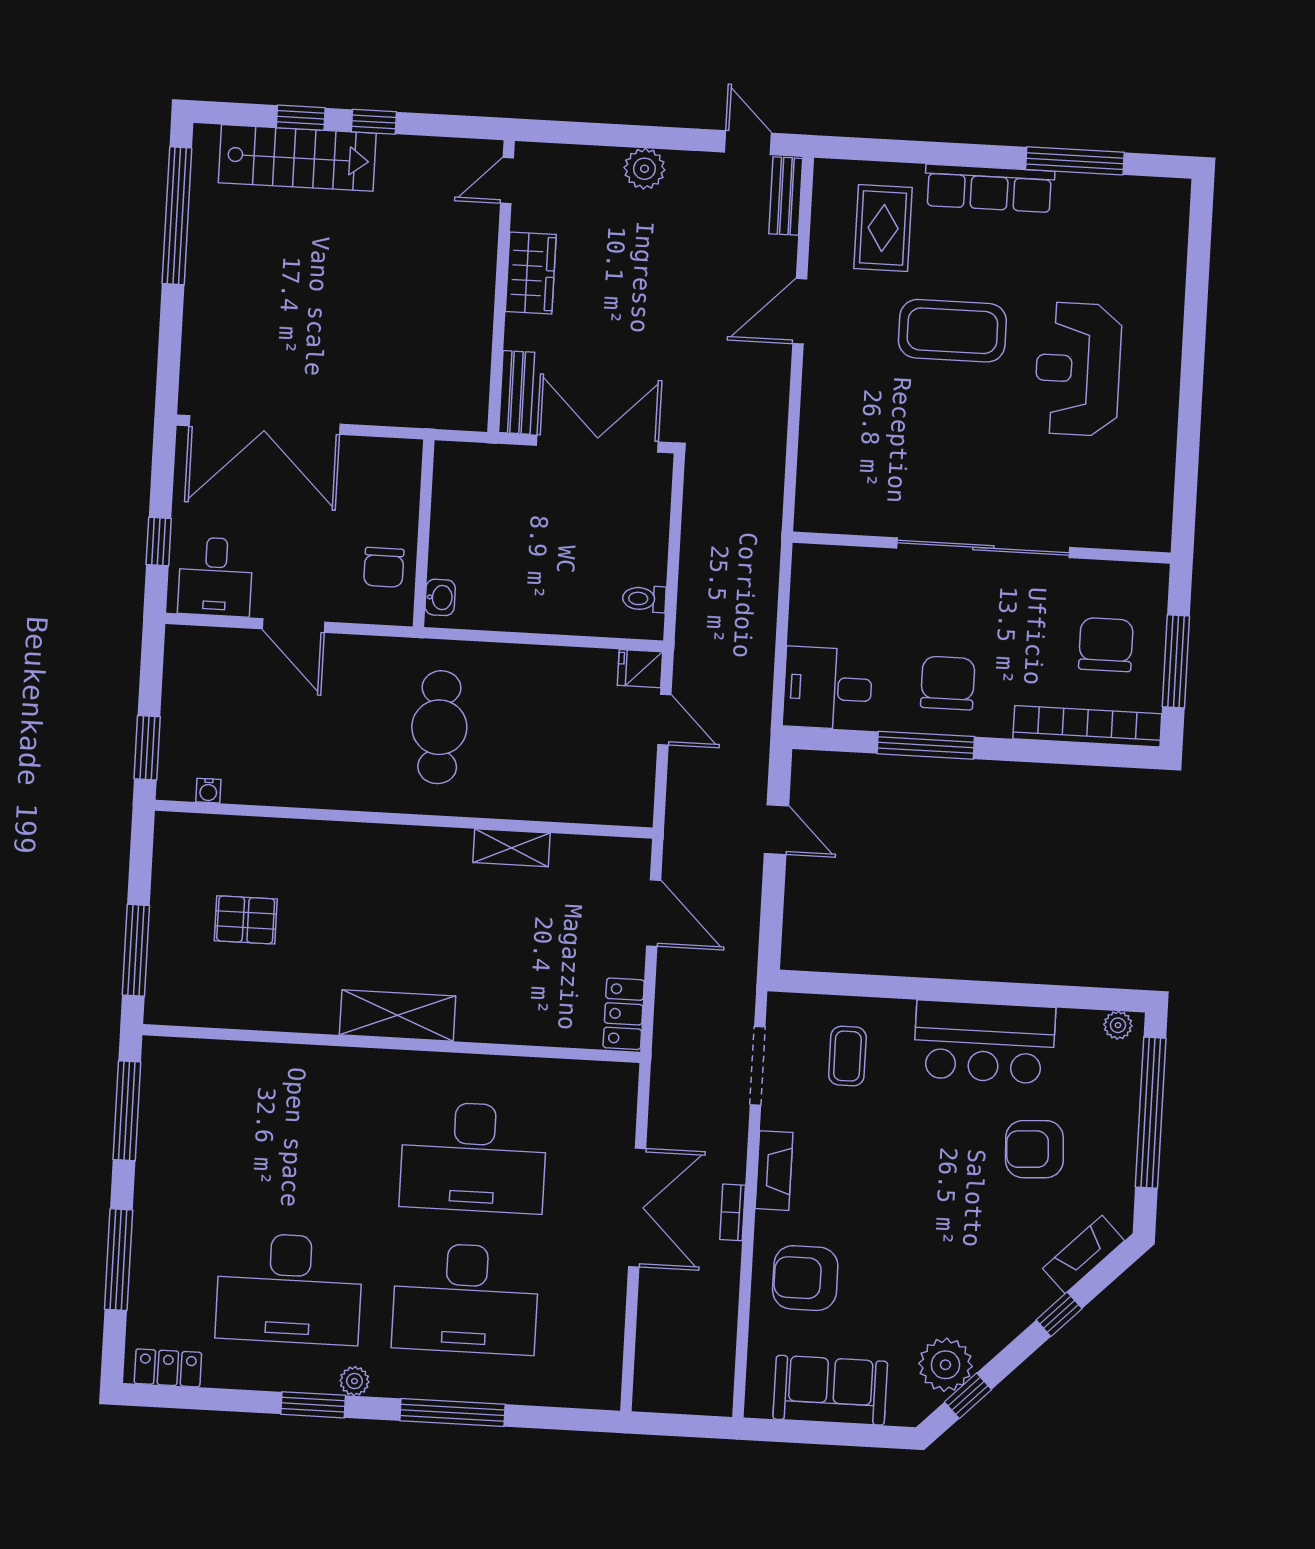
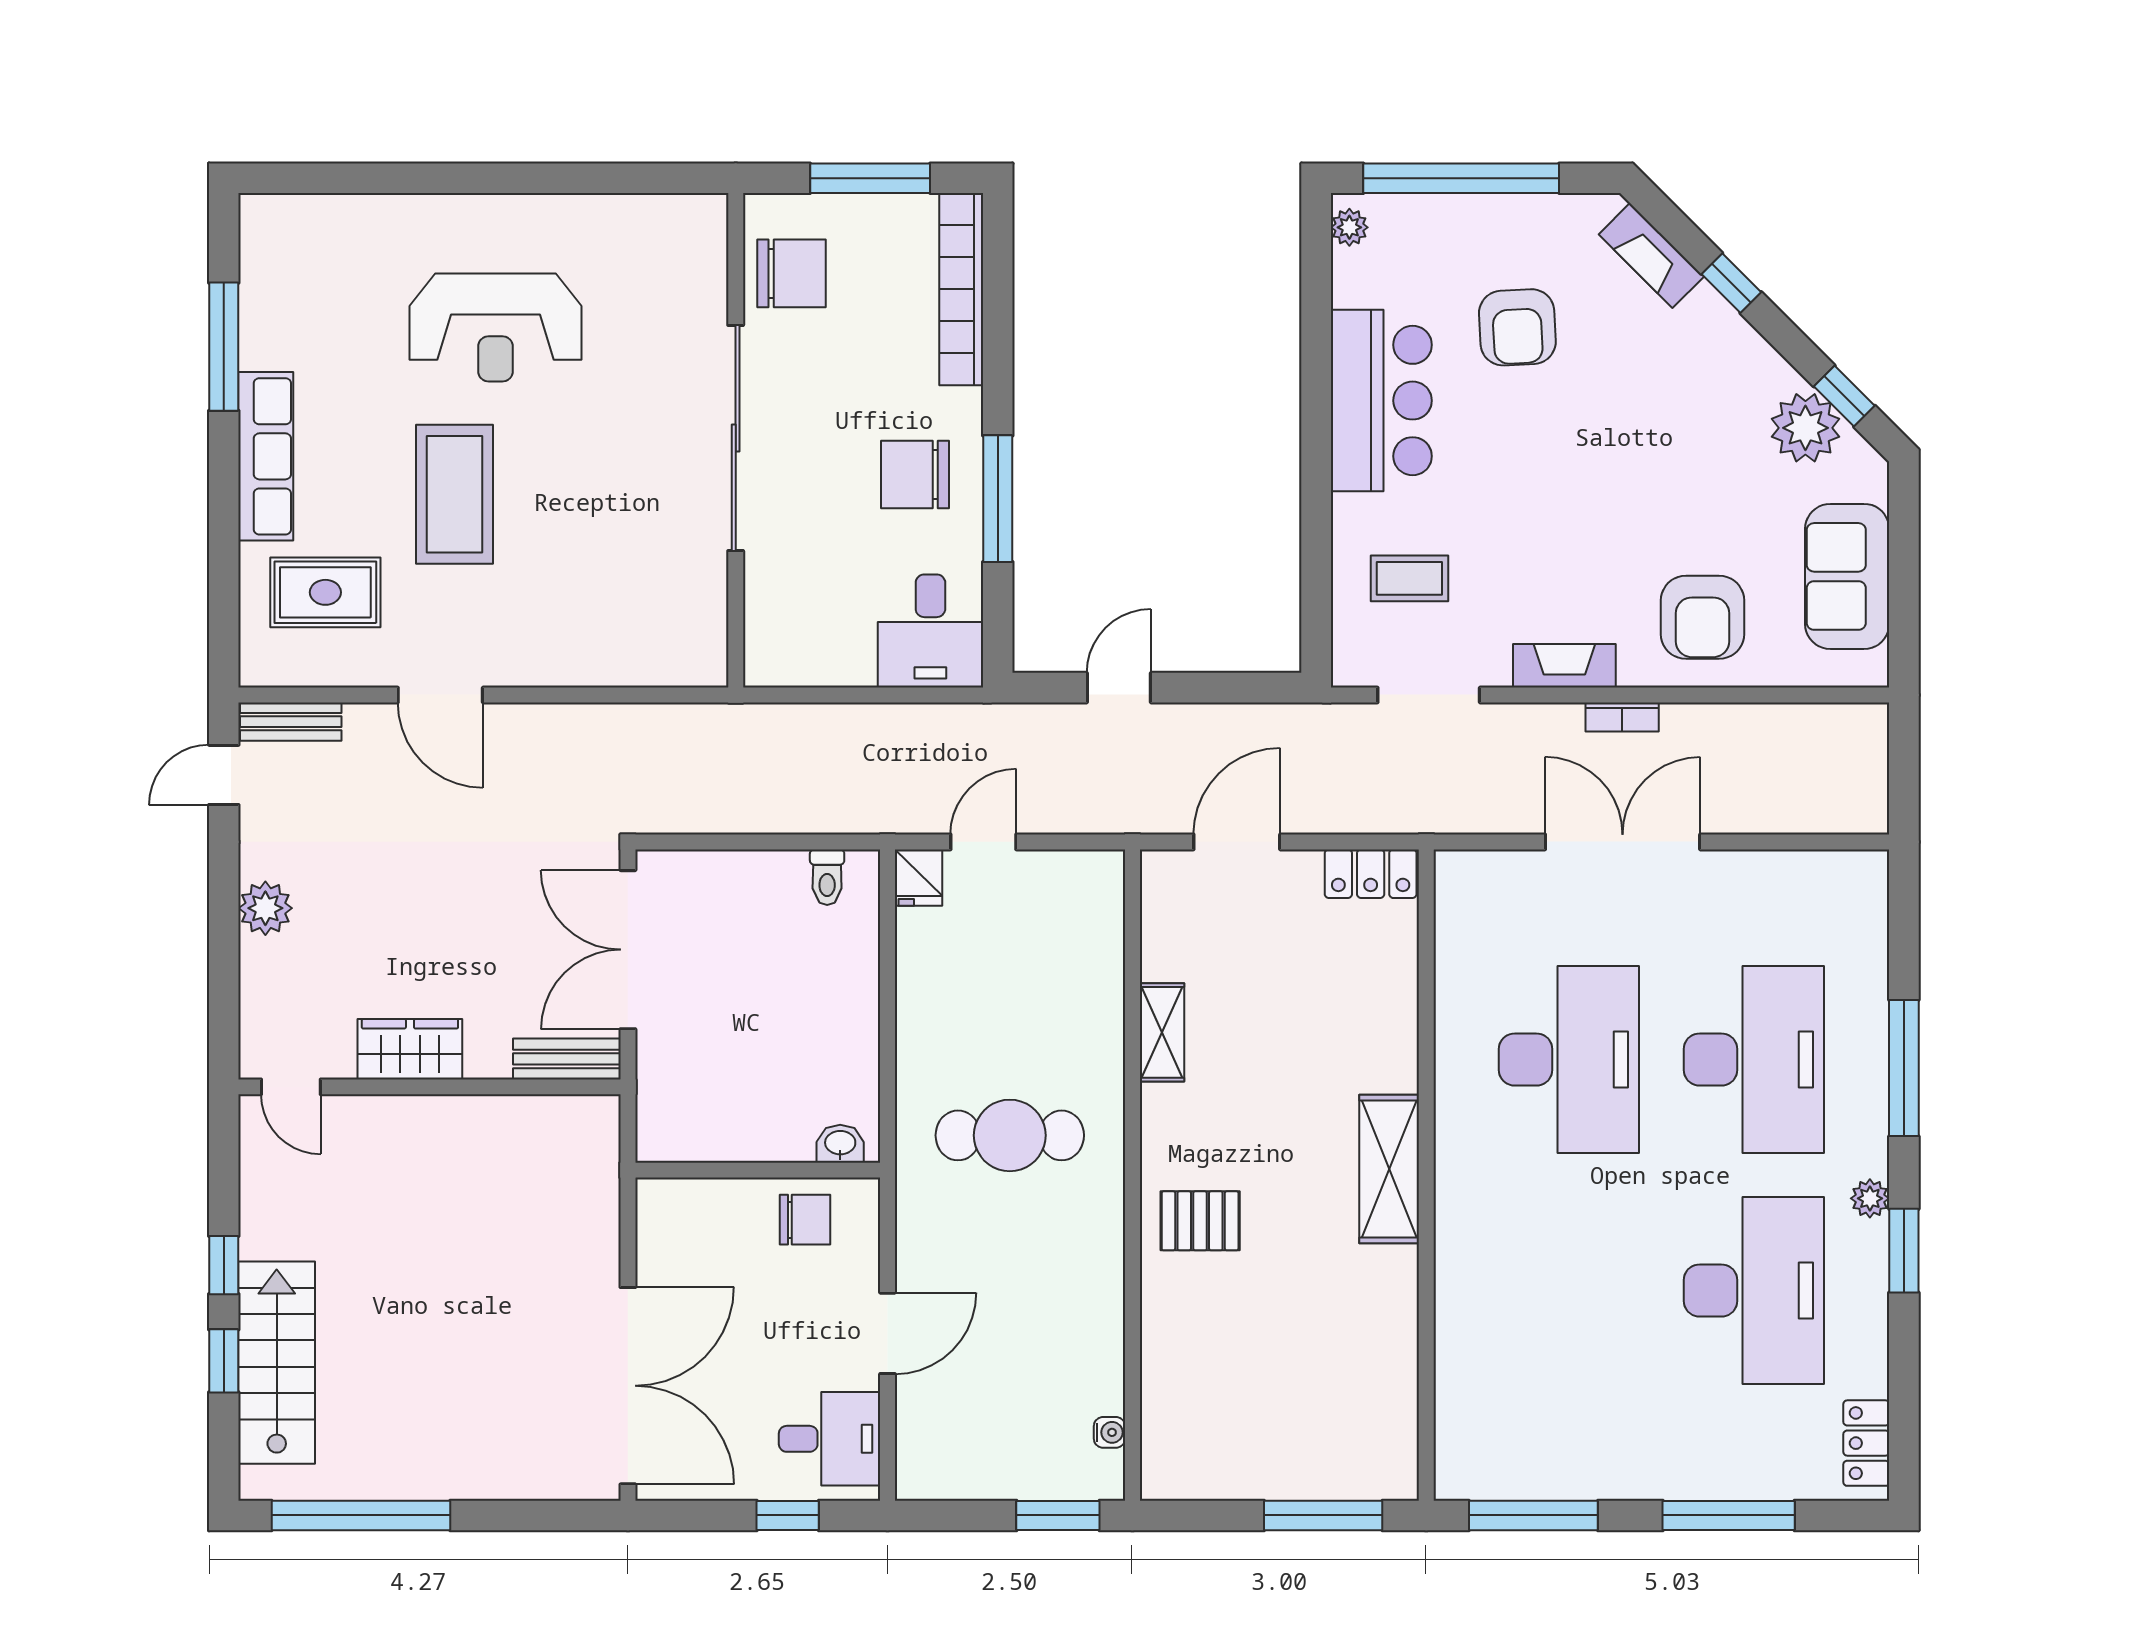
chair: (1106, 645) -> (792, 273), moved, turned 180
pallet: (246, 920) -> (1200, 1221), moved, turned 90

